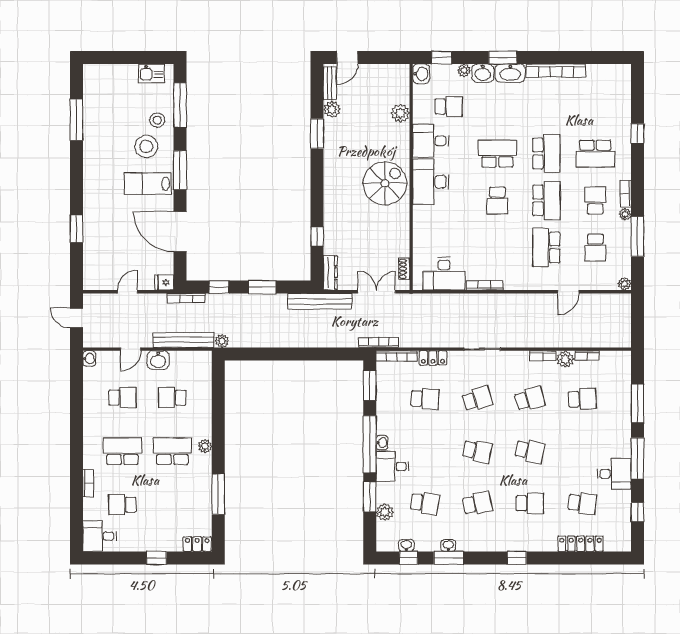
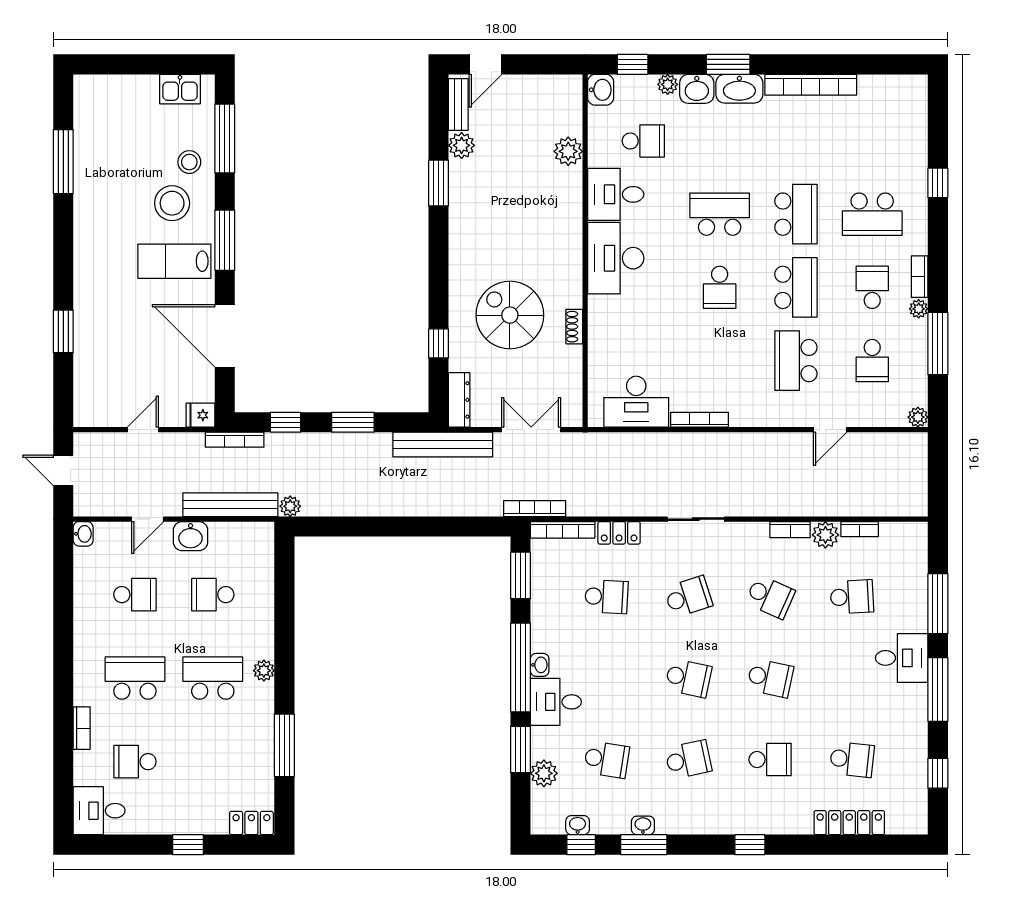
spiral stairs: (385, 183) -> (510, 315), moved, turned -90
shoe rack: (404, 269) -> (574, 327), moved
school desk: (530, 399) -> (770, 597), turned 39
desk: (614, 474) -> (902, 658), moved

